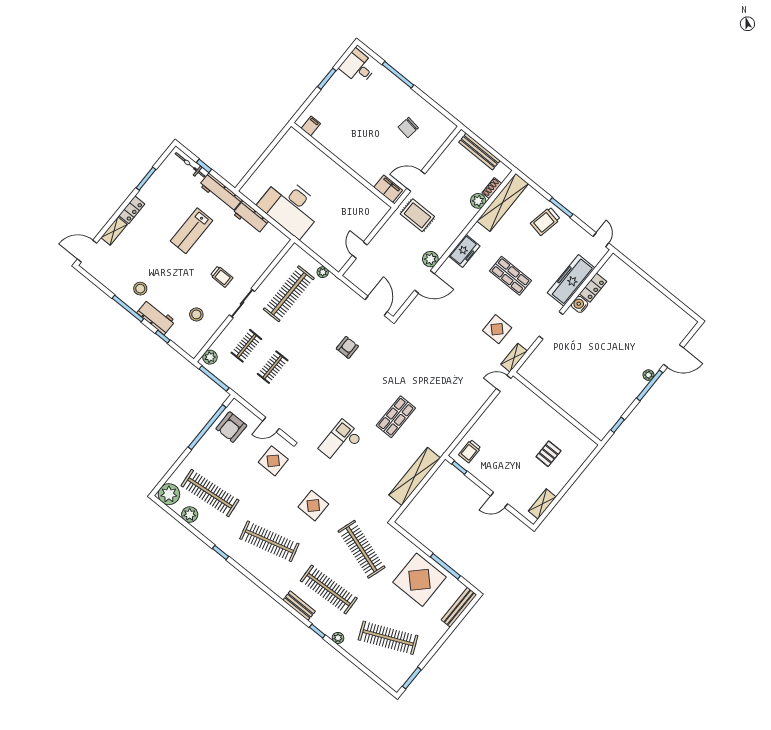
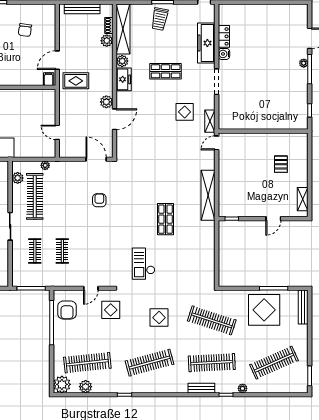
filing cabinet: (388, 189) -> (49, 79), width x0.50
plant: (477, 232) -> (122, 61), added
plant: (210, 357) -> (18, 178), moved
trolley: (470, 451) -> (230, 203), removed
shelving: (415, 476) -> (208, 195), moved

